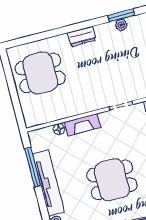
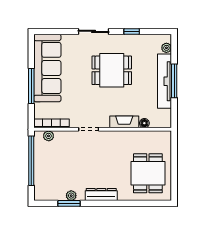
dresser: (82, 36) -> (101, 195), width x1.44
dining table: (40, 73) -> (148, 173), turned 90
window: (33, 167) -> (174, 81), moved

